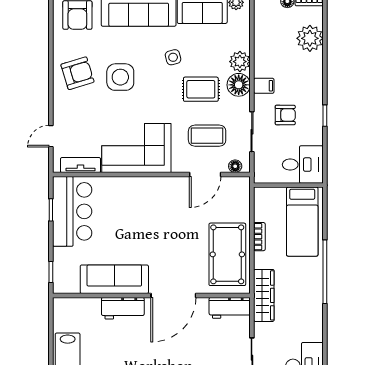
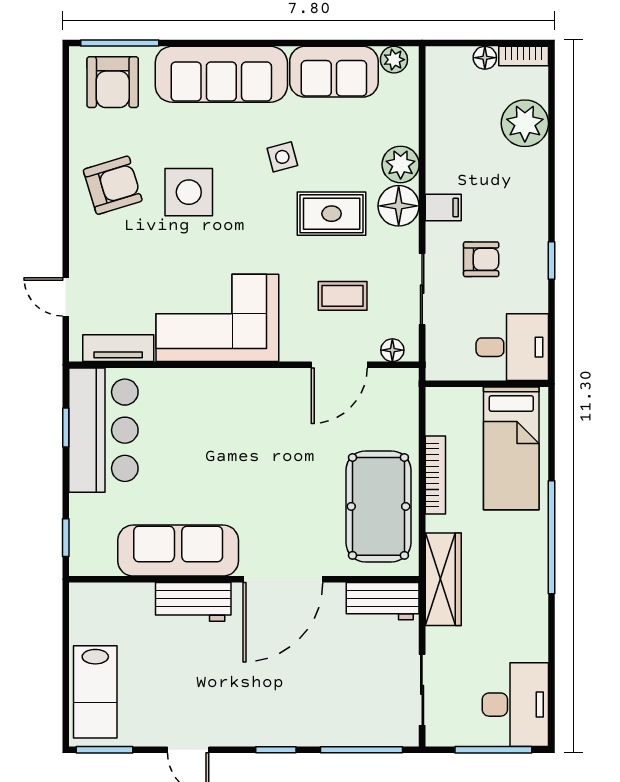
door: (51, 136) -> (66, 297), hinge flipped
coffee table: (207, 136) -> (343, 296), width x0.73, depth x0.77
bookcase: (259, 237) -> (435, 475), width x1.56

